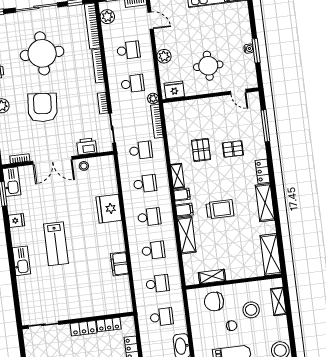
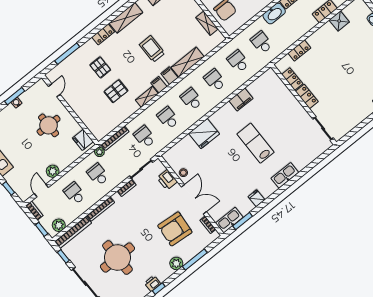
plant: (164, 56) -> (53, 171), moved
armchair: (42, 108) -> (175, 229), moved
lab bench: (56, 244) -> (255, 143), moved, turned -90

